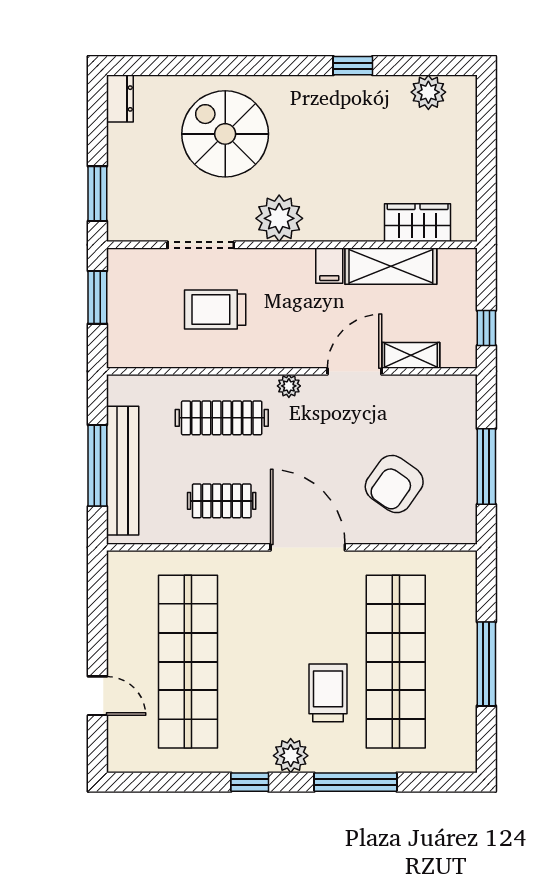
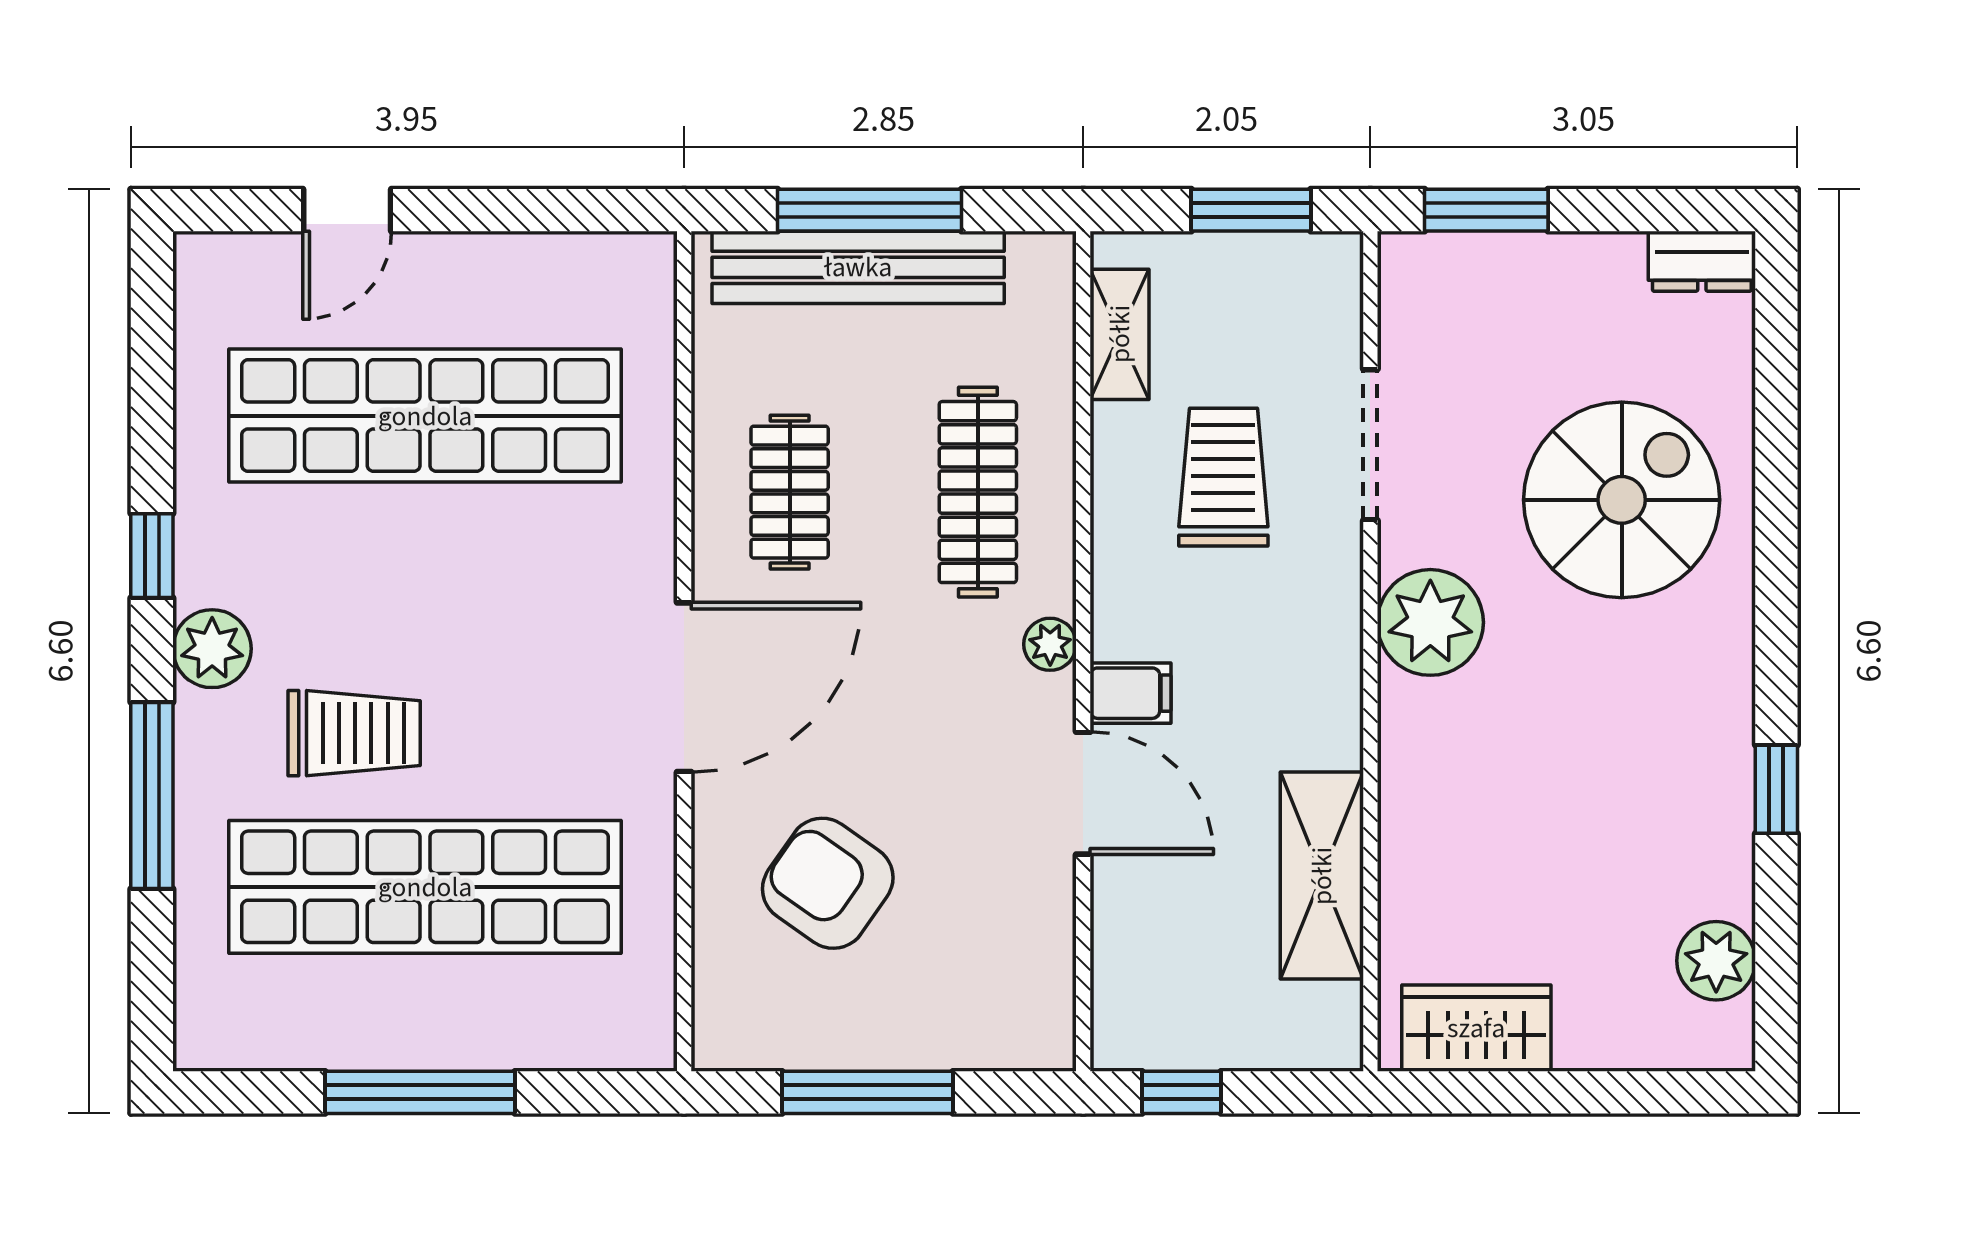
wardrobe: (418, 223) -> (1476, 1028), moved, turned -90
filing cabinet: (329, 266) -> (1131, 693), moved, turned 180
shelving: (411, 355) -> (1120, 334), moved

